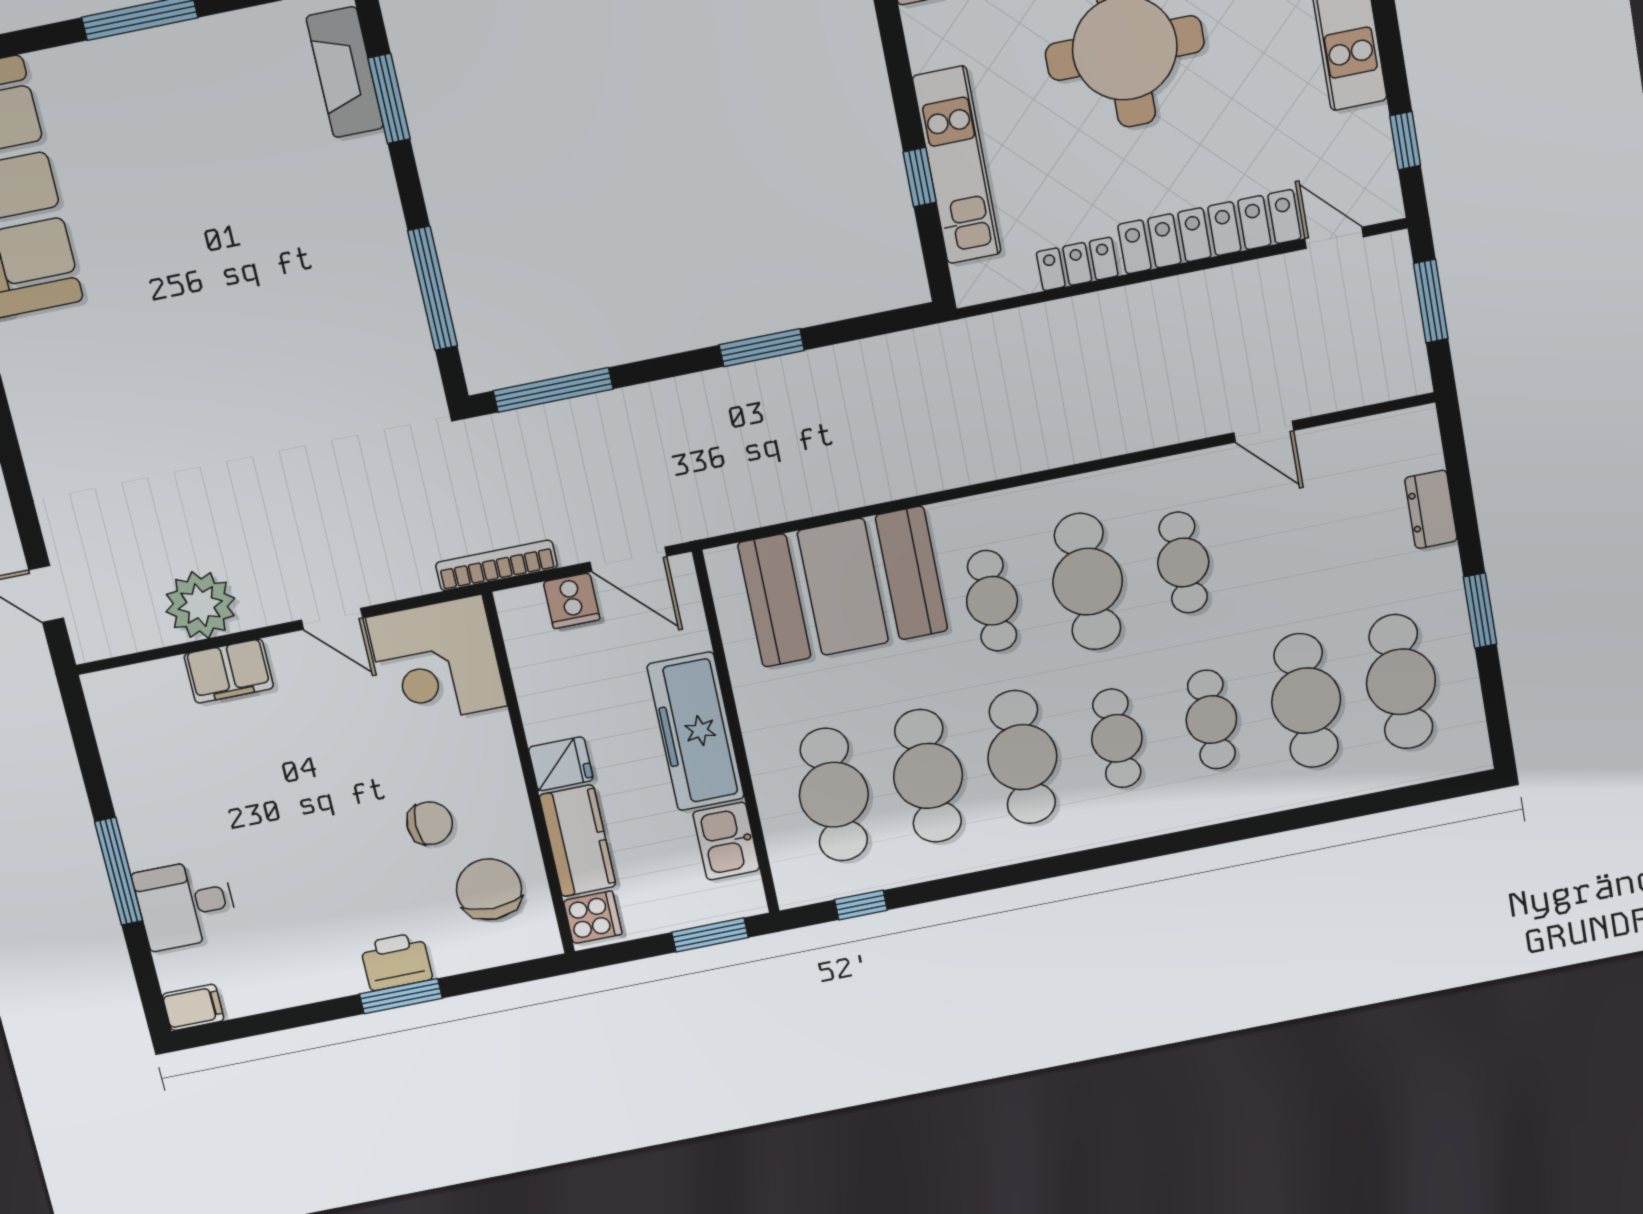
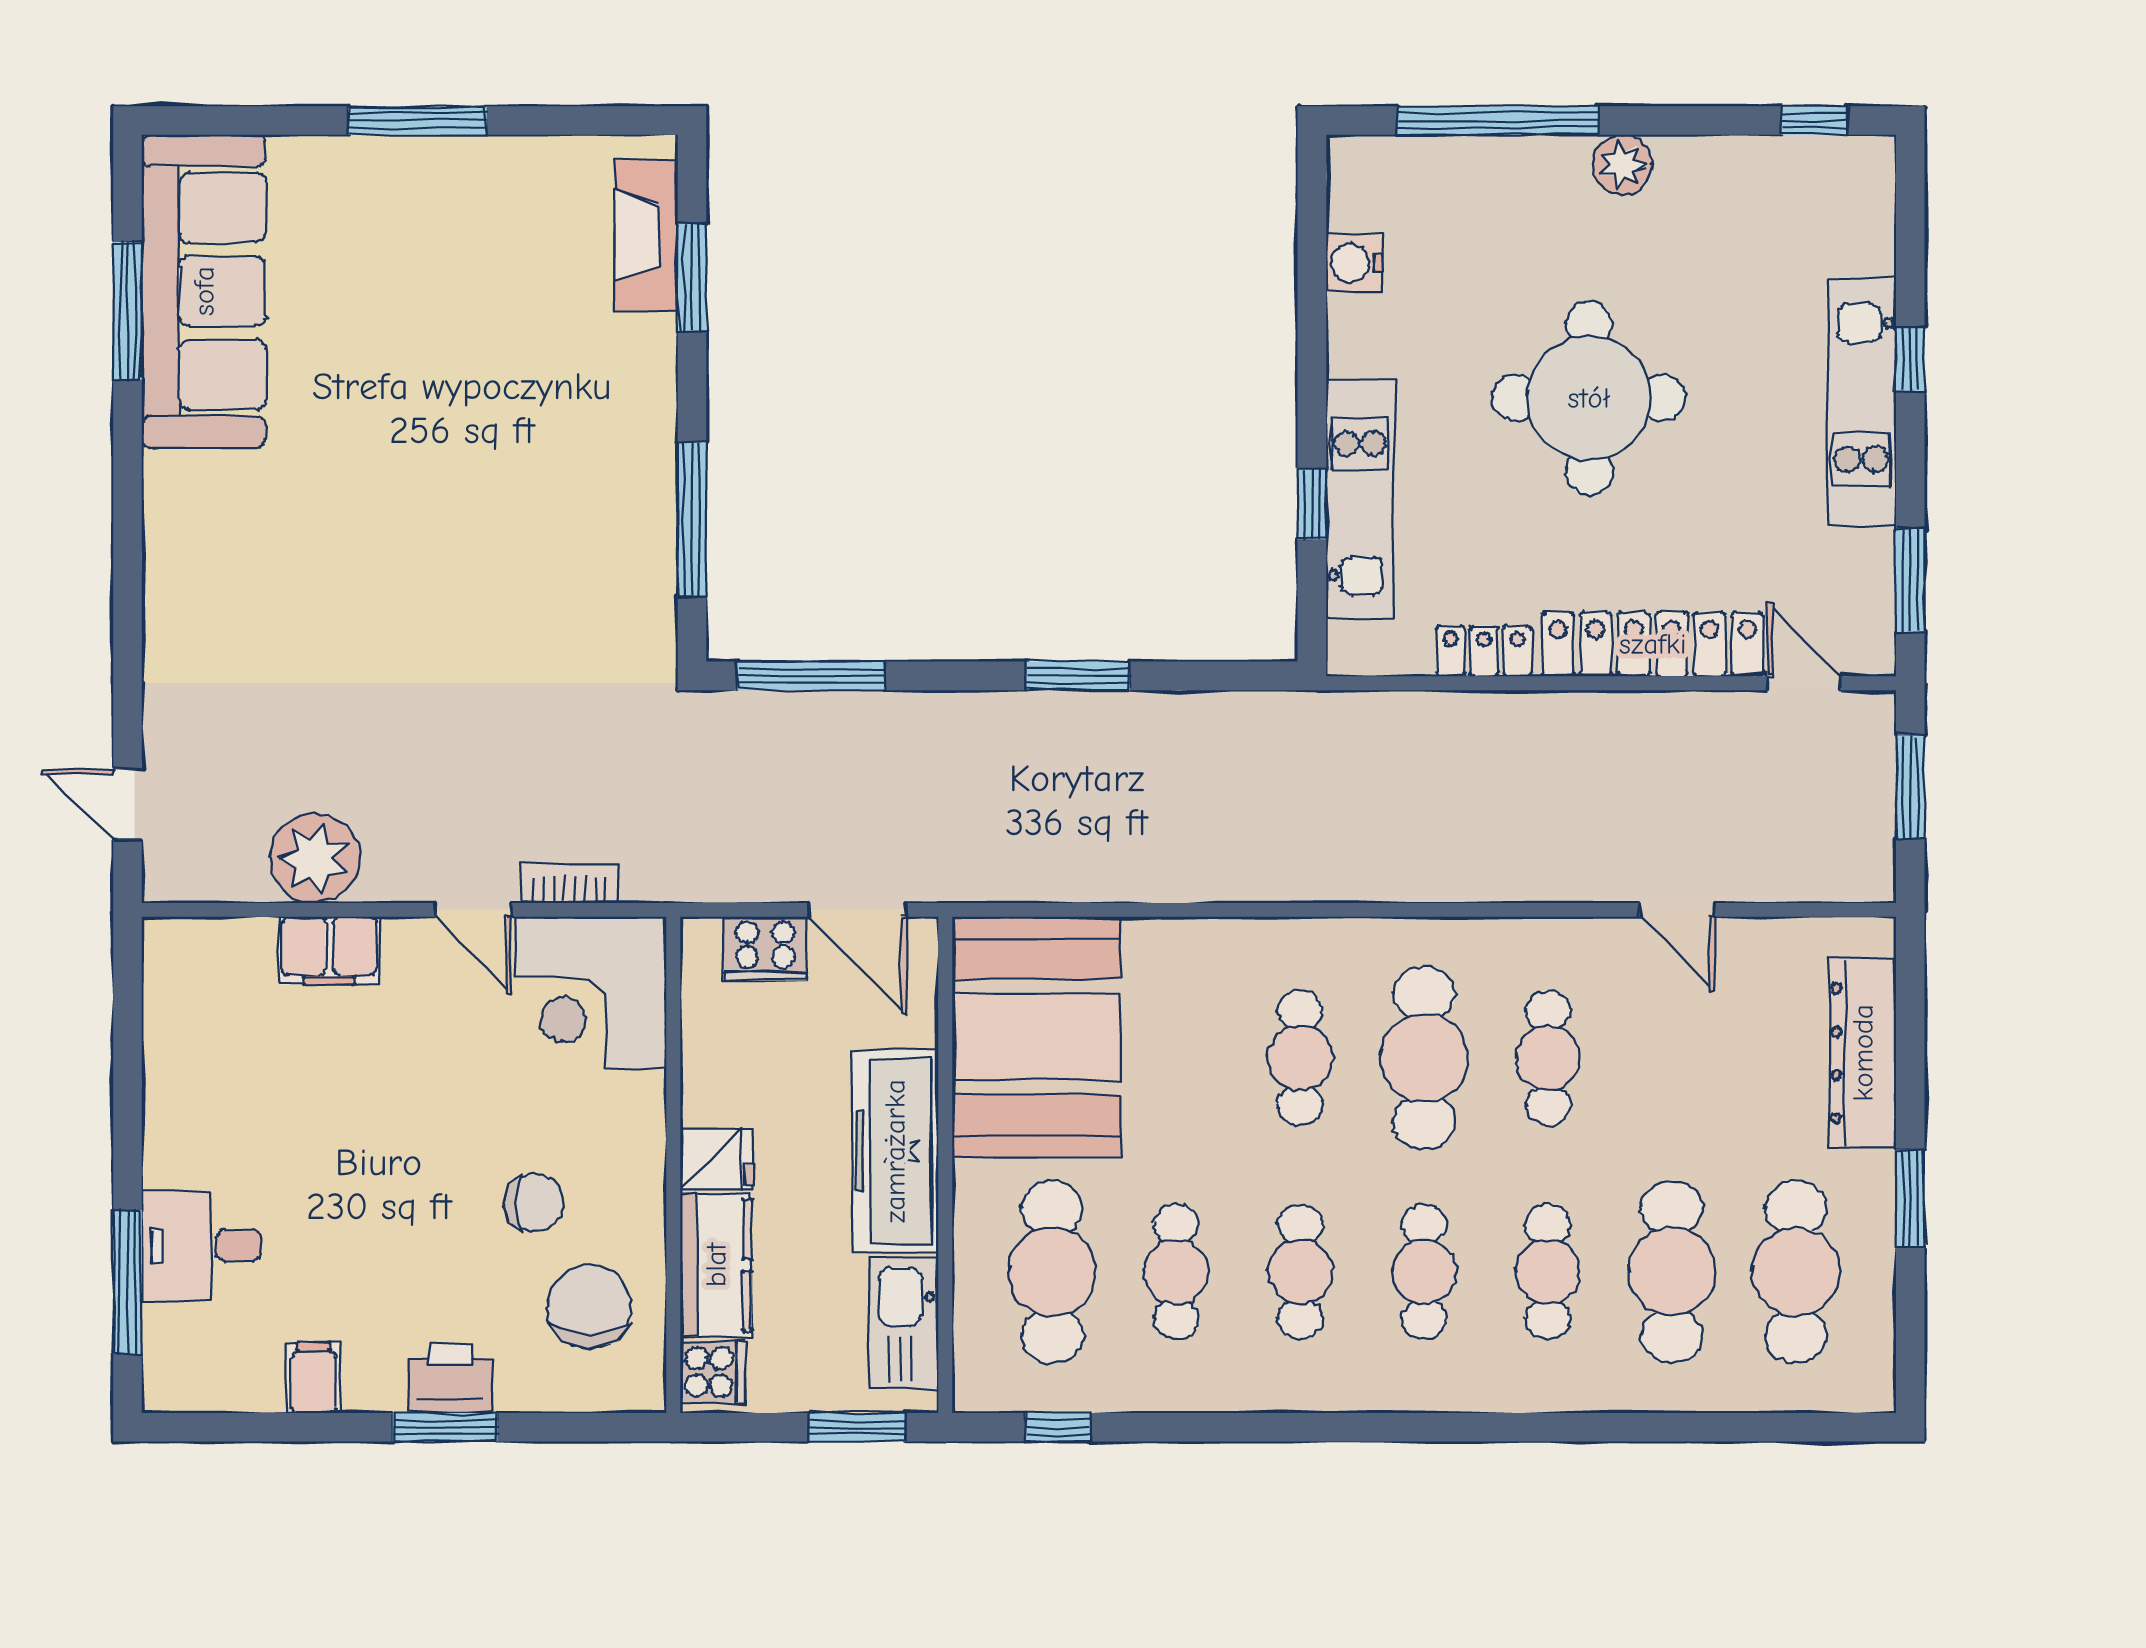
window: (1405, 141) -> (1910, 581), width x1.50
dresser: (1431, 509) -> (1863, 1053), width x1.96, depth x1.24
bookcase: (496, 565) -> (569, 884), moved, width x0.64
booth: (843, 587) -> (1036, 1037), moved, turned 90
cooker: (572, 601) -> (765, 949), width x1.36
cafe table: (1022, 757) -> (1300, 1272), width x0.73, depth x0.74
cafe table: (928, 776) -> (1176, 1272), width x0.73, depth x0.74
kitchen sink: (726, 841) -> (904, 1323), width x1.38
window: (119, 871) -> (128, 1282), moved
filing cabinet: (193, 1007) -> (314, 1378), moved, turned -90

